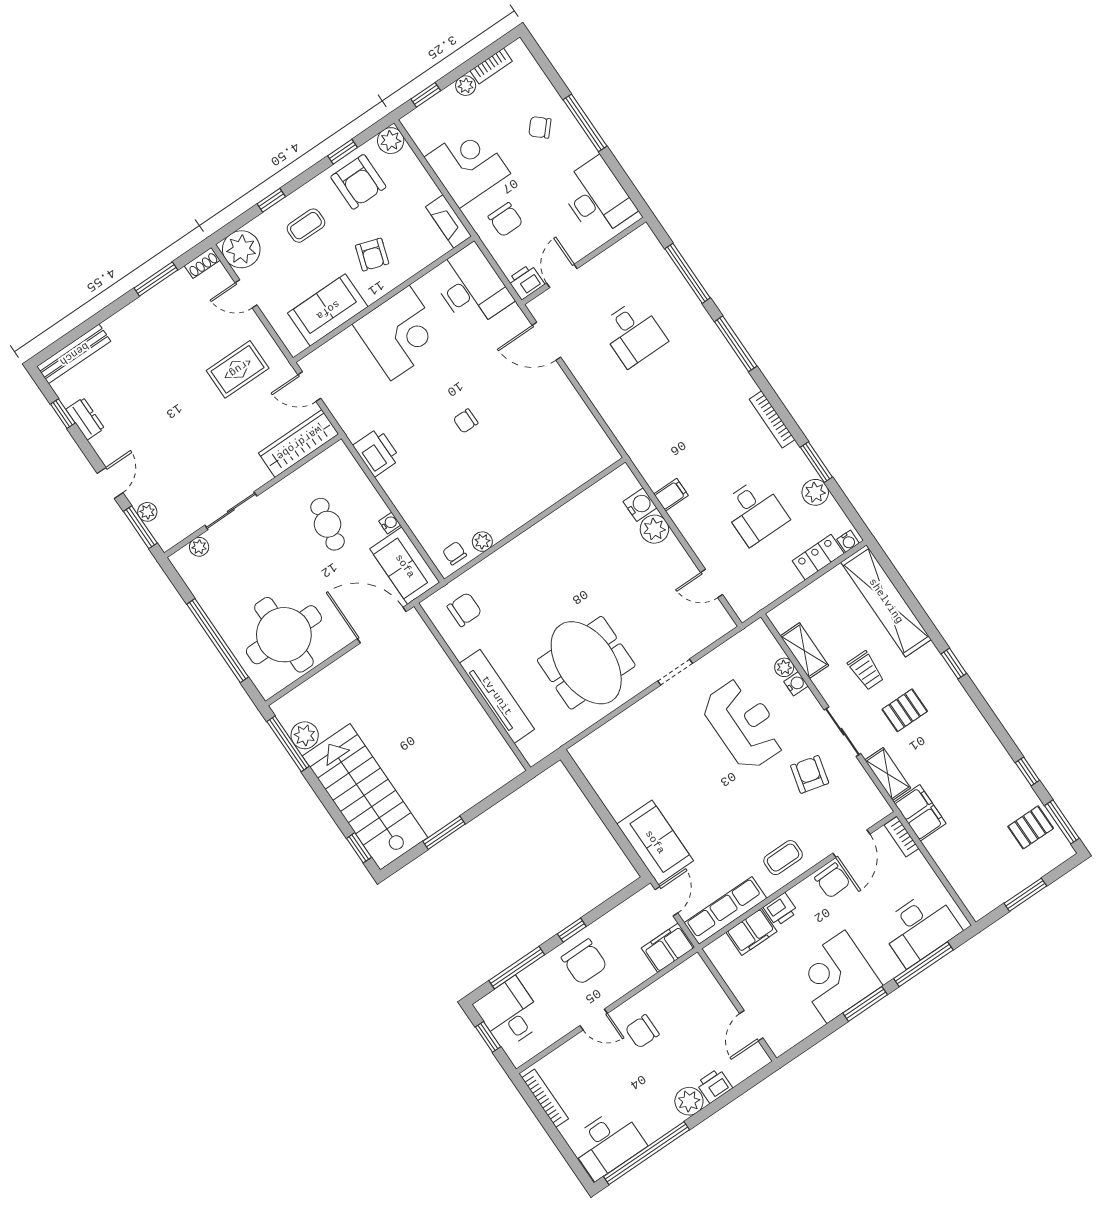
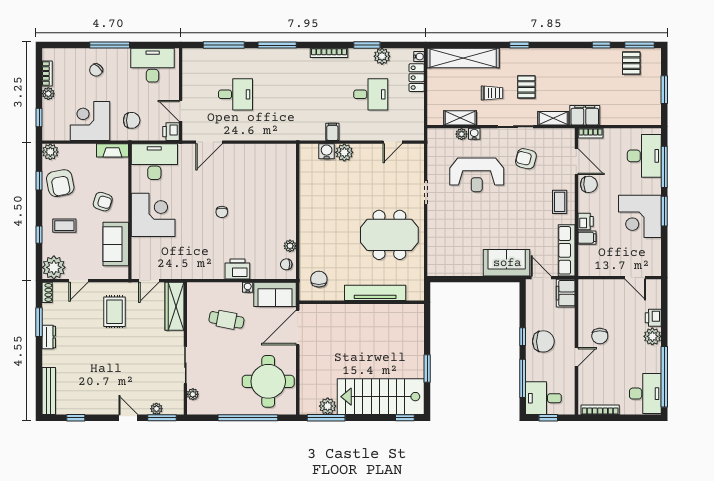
armchair: (358, 182) -> (60, 183), turned 79
coffee table: (306, 226) -> (64, 226), turned 90
dresser: (85, 419) -> (49, 337), moved, turned 90
printer: (377, 452) -> (237, 269), moved
reception desk: (744, 724) -> (477, 175), turned 180
filing cabinet: (752, 932) -> (587, 238), width x0.50

